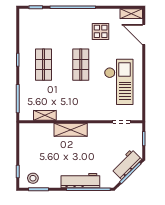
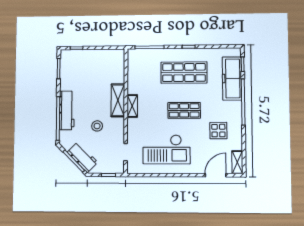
freezer: (50, 18) -> (232, 78), added
shop shelf: (43, 65) -> (184, 73), width x1.43, depth x1.36
shelving: (45, 115) -> (132, 106), moved
stool: (33, 178) -> (97, 126), moved

